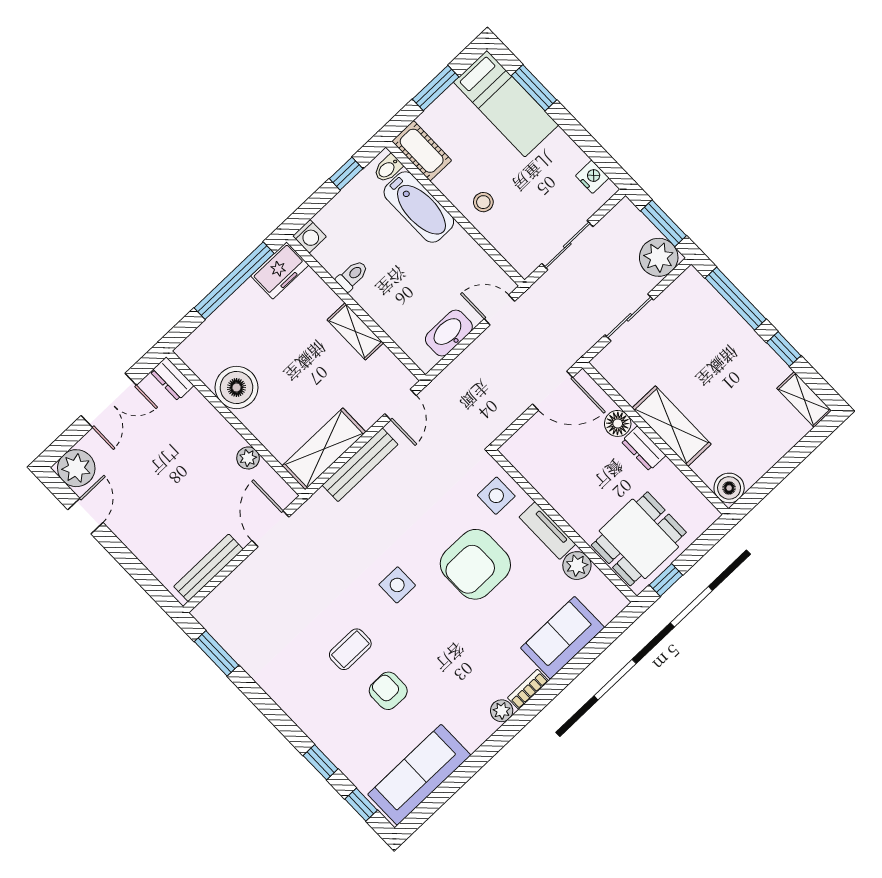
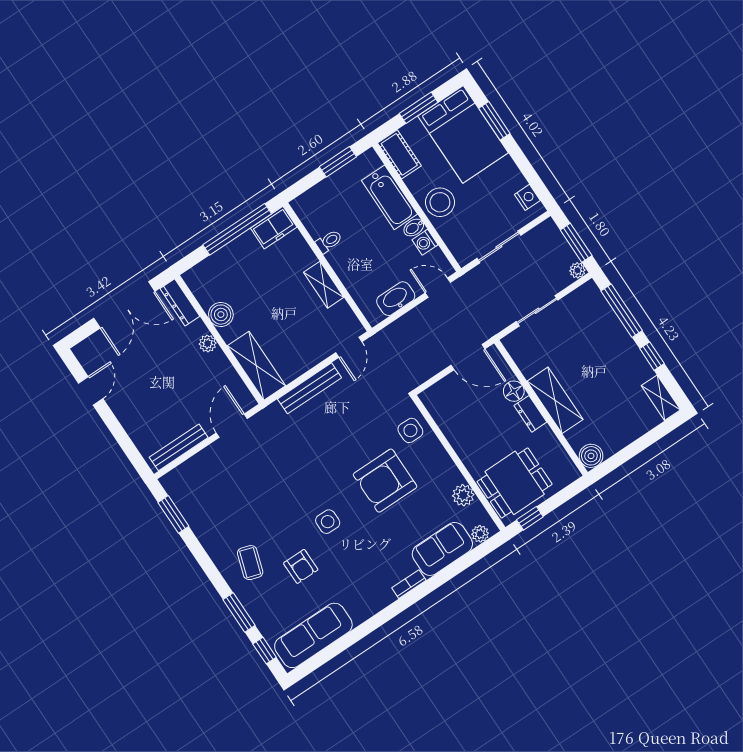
bed: (506, 104) -> (463, 134), width x1.50
bidet: (388, 168) -> (414, 228), moved
window: (346, 174) -> (338, 162), width x1.50
stool: (483, 202) -> (440, 202), width x1.89, depth x1.89
washing machine: (309, 236) -> (425, 242), moved, turned 90
plant: (659, 257) -> (577, 270), width x0.53, depth x0.53
dresser: (172, 379) -> (180, 302), width x1.44
boiler: (237, 387) -> (221, 315), width x0.73, depth x0.73
double door: (109, 400) -> (124, 305), width x1.37
shelving: (324, 449) -> (256, 366), moved, turned 90
plant: (248, 458) -> (208, 344), moved
plant: (76, 468) -> (90, 353), removed
tv unit: (547, 531) -> (445, 464), removed
side table: (397, 585) -> (328, 522), moved
coffee table: (350, 649) -> (250, 563), moved, turned -72
armchair: (388, 691) -> (301, 566), turned 180
plant: (502, 711) -> (480, 534), moved
window: (321, 762) -> (239, 612), width x1.50

